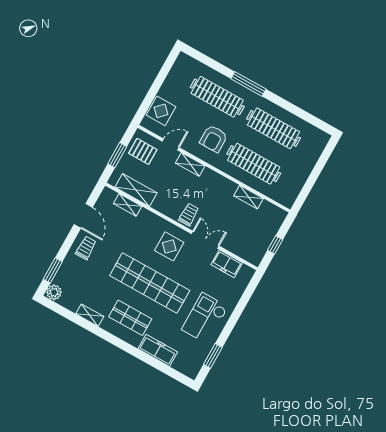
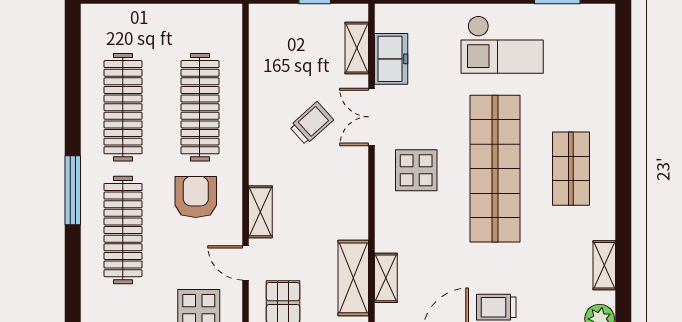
armchair: (214, 139) -> (196, 197), turned -90
shelving: (249, 197) -> (357, 48), moved
trolley: (189, 215) -> (311, 123), moved, turned 138
shelving: (90, 315) -> (604, 265), moved
freezer: (158, 350) -> (599, 93), removed

